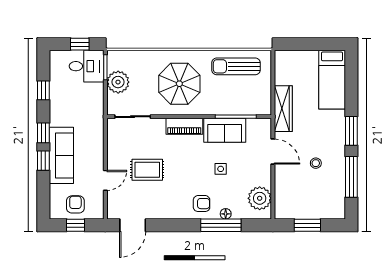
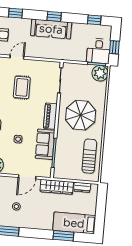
dresser: (281, 73) -> (82, 187), added
plant: (118, 82) -> (100, 73), moved
window: (43, 90) -> (94, 20), moved
window: (351, 131) -> (63, 236), moved
sofa: (61, 155) -> (51, 29), moved
window: (43, 161) -> (15, 13), moved
door: (105, 180) -> (17, 57), swing flipped

